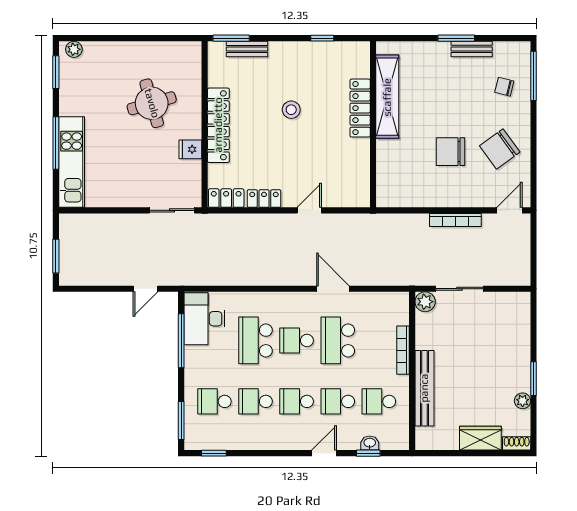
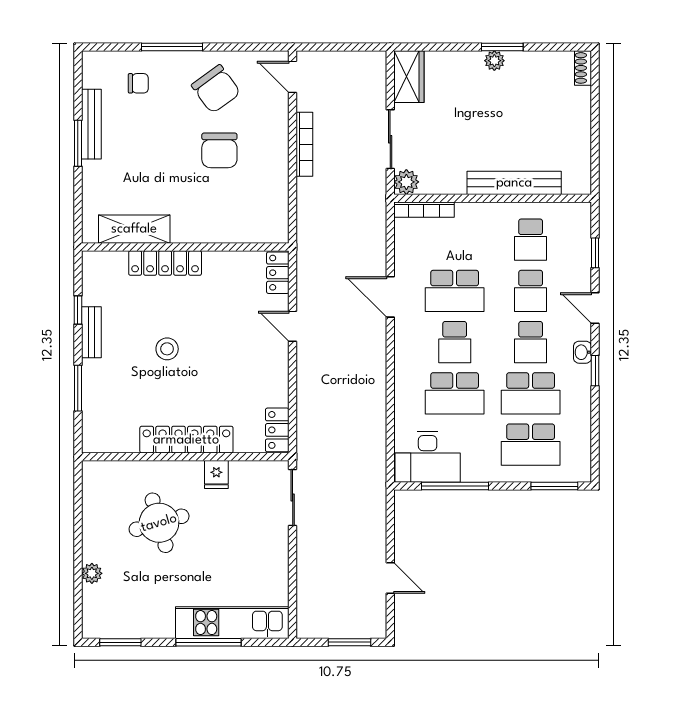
window: (231, 38) -> (78, 388), moved
plant: (74, 49) -> (92, 573), moved
bench: (247, 49) -> (91, 332), moved
bench: (472, 49) -> (91, 124), width x1.36
window: (533, 76) -> (172, 47), moved
chair: (504, 87) -> (138, 83), turned -104
shelving: (387, 97) -> (134, 229), width x0.68
locker: (264, 199) -> (278, 273), moved
door: (146, 289) -> (390, 578), moved
door: (333, 289) -> (390, 297), hinge flipped
bookcase: (403, 350) -> (424, 210), moved
school desk: (214, 401) -> (531, 445), width x1.85
school desk: (256, 401) -> (531, 393), width x1.85
plant: (523, 401) -> (494, 61), moved
wardrobe: (480, 438) -> (409, 77), moved, turned 180
washbasin: (370, 443) -> (582, 352), moved
window: (214, 453) -> (595, 371), moved

